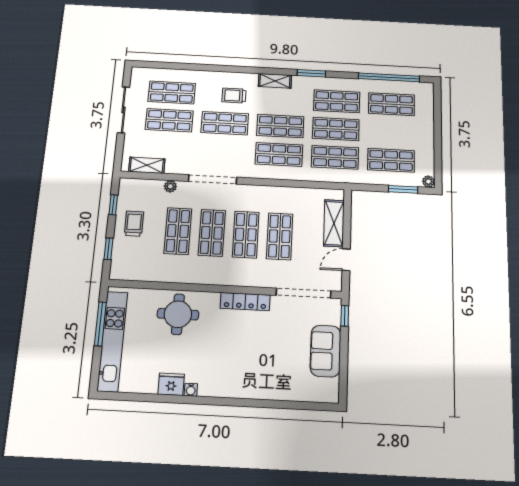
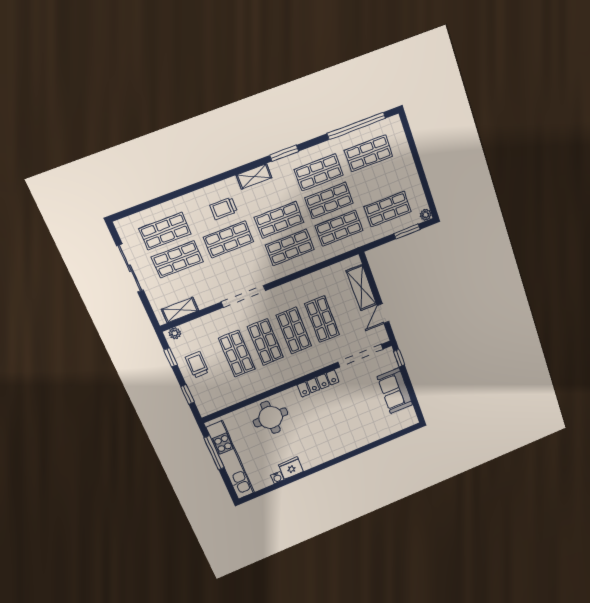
plant: (170, 186) -> (175, 333), moved
water cooler: (191, 390) -> (277, 478), moved

